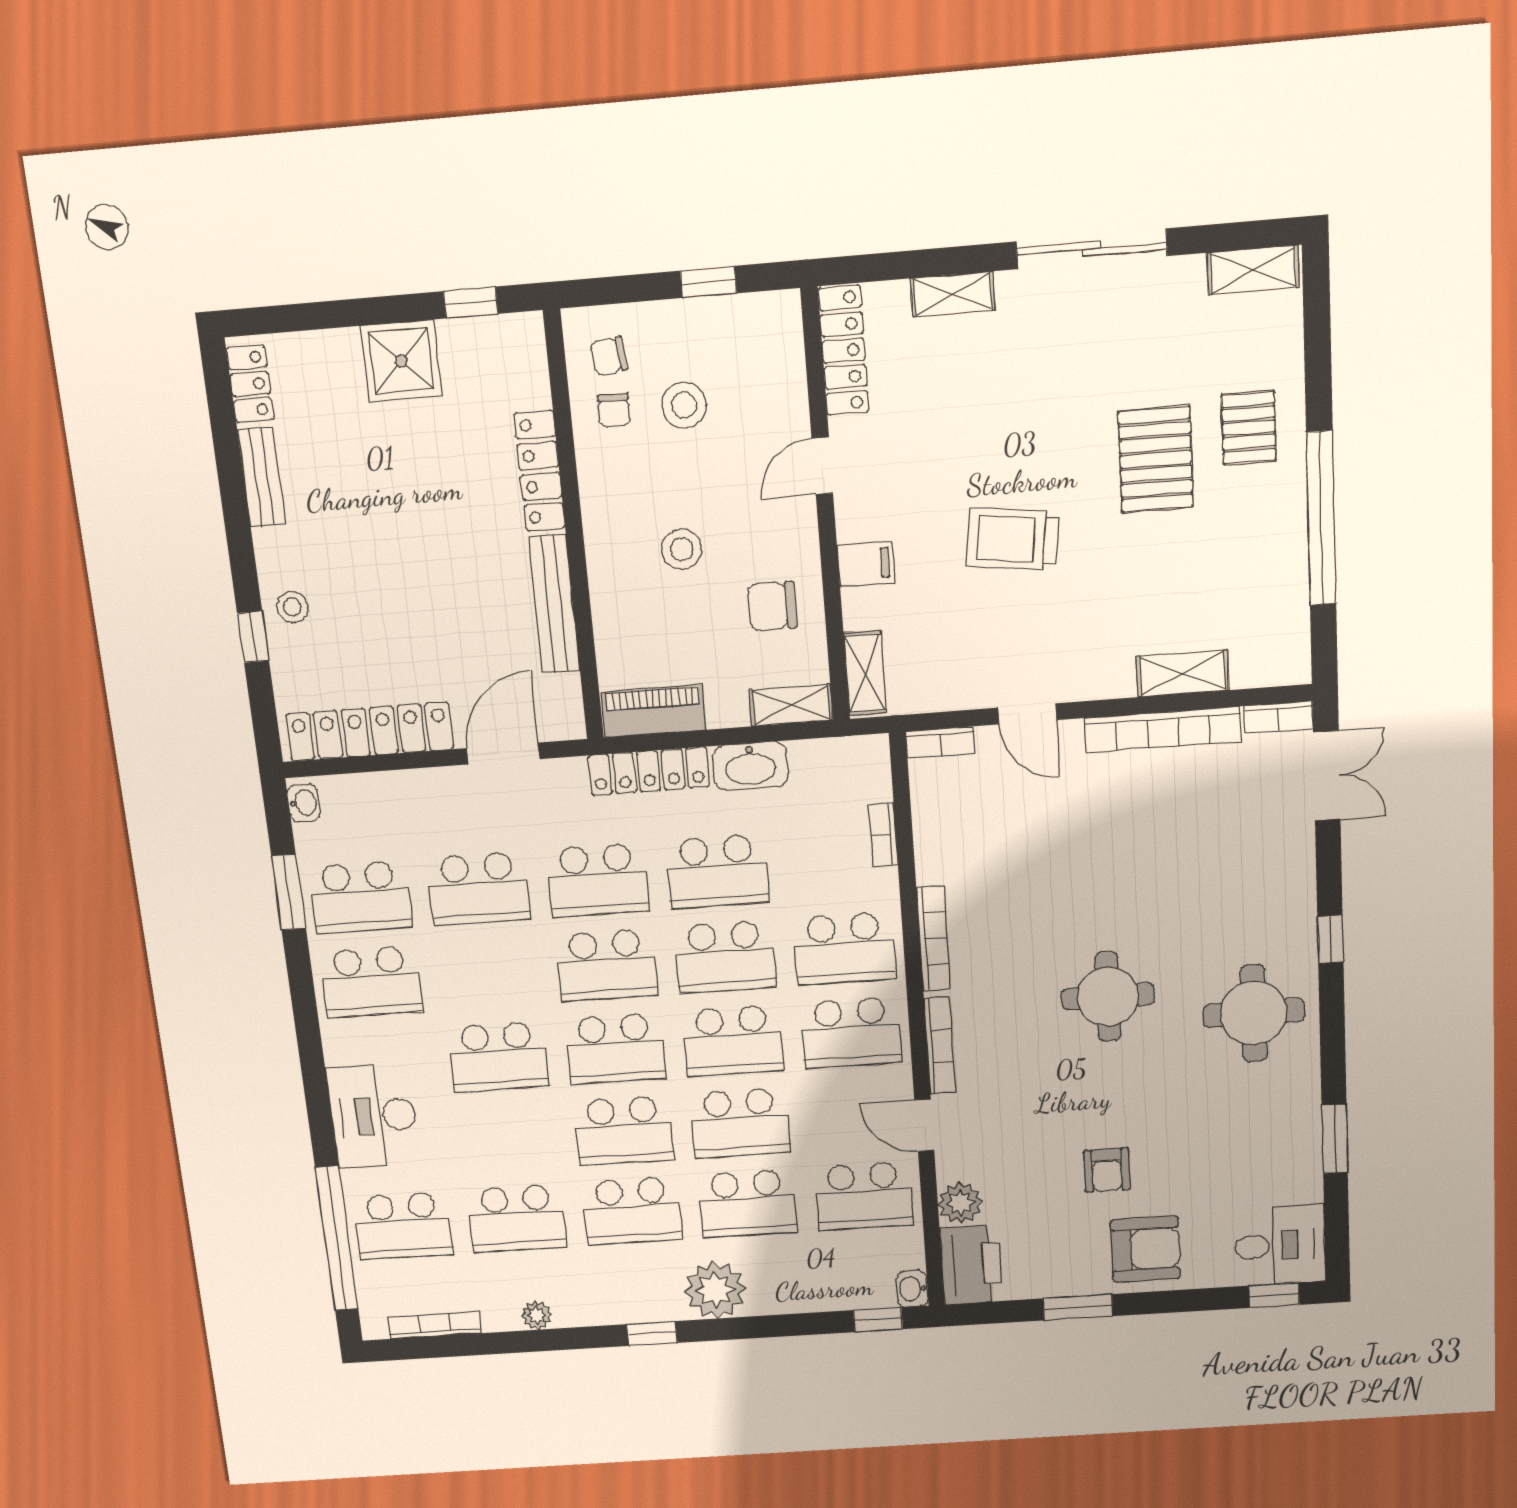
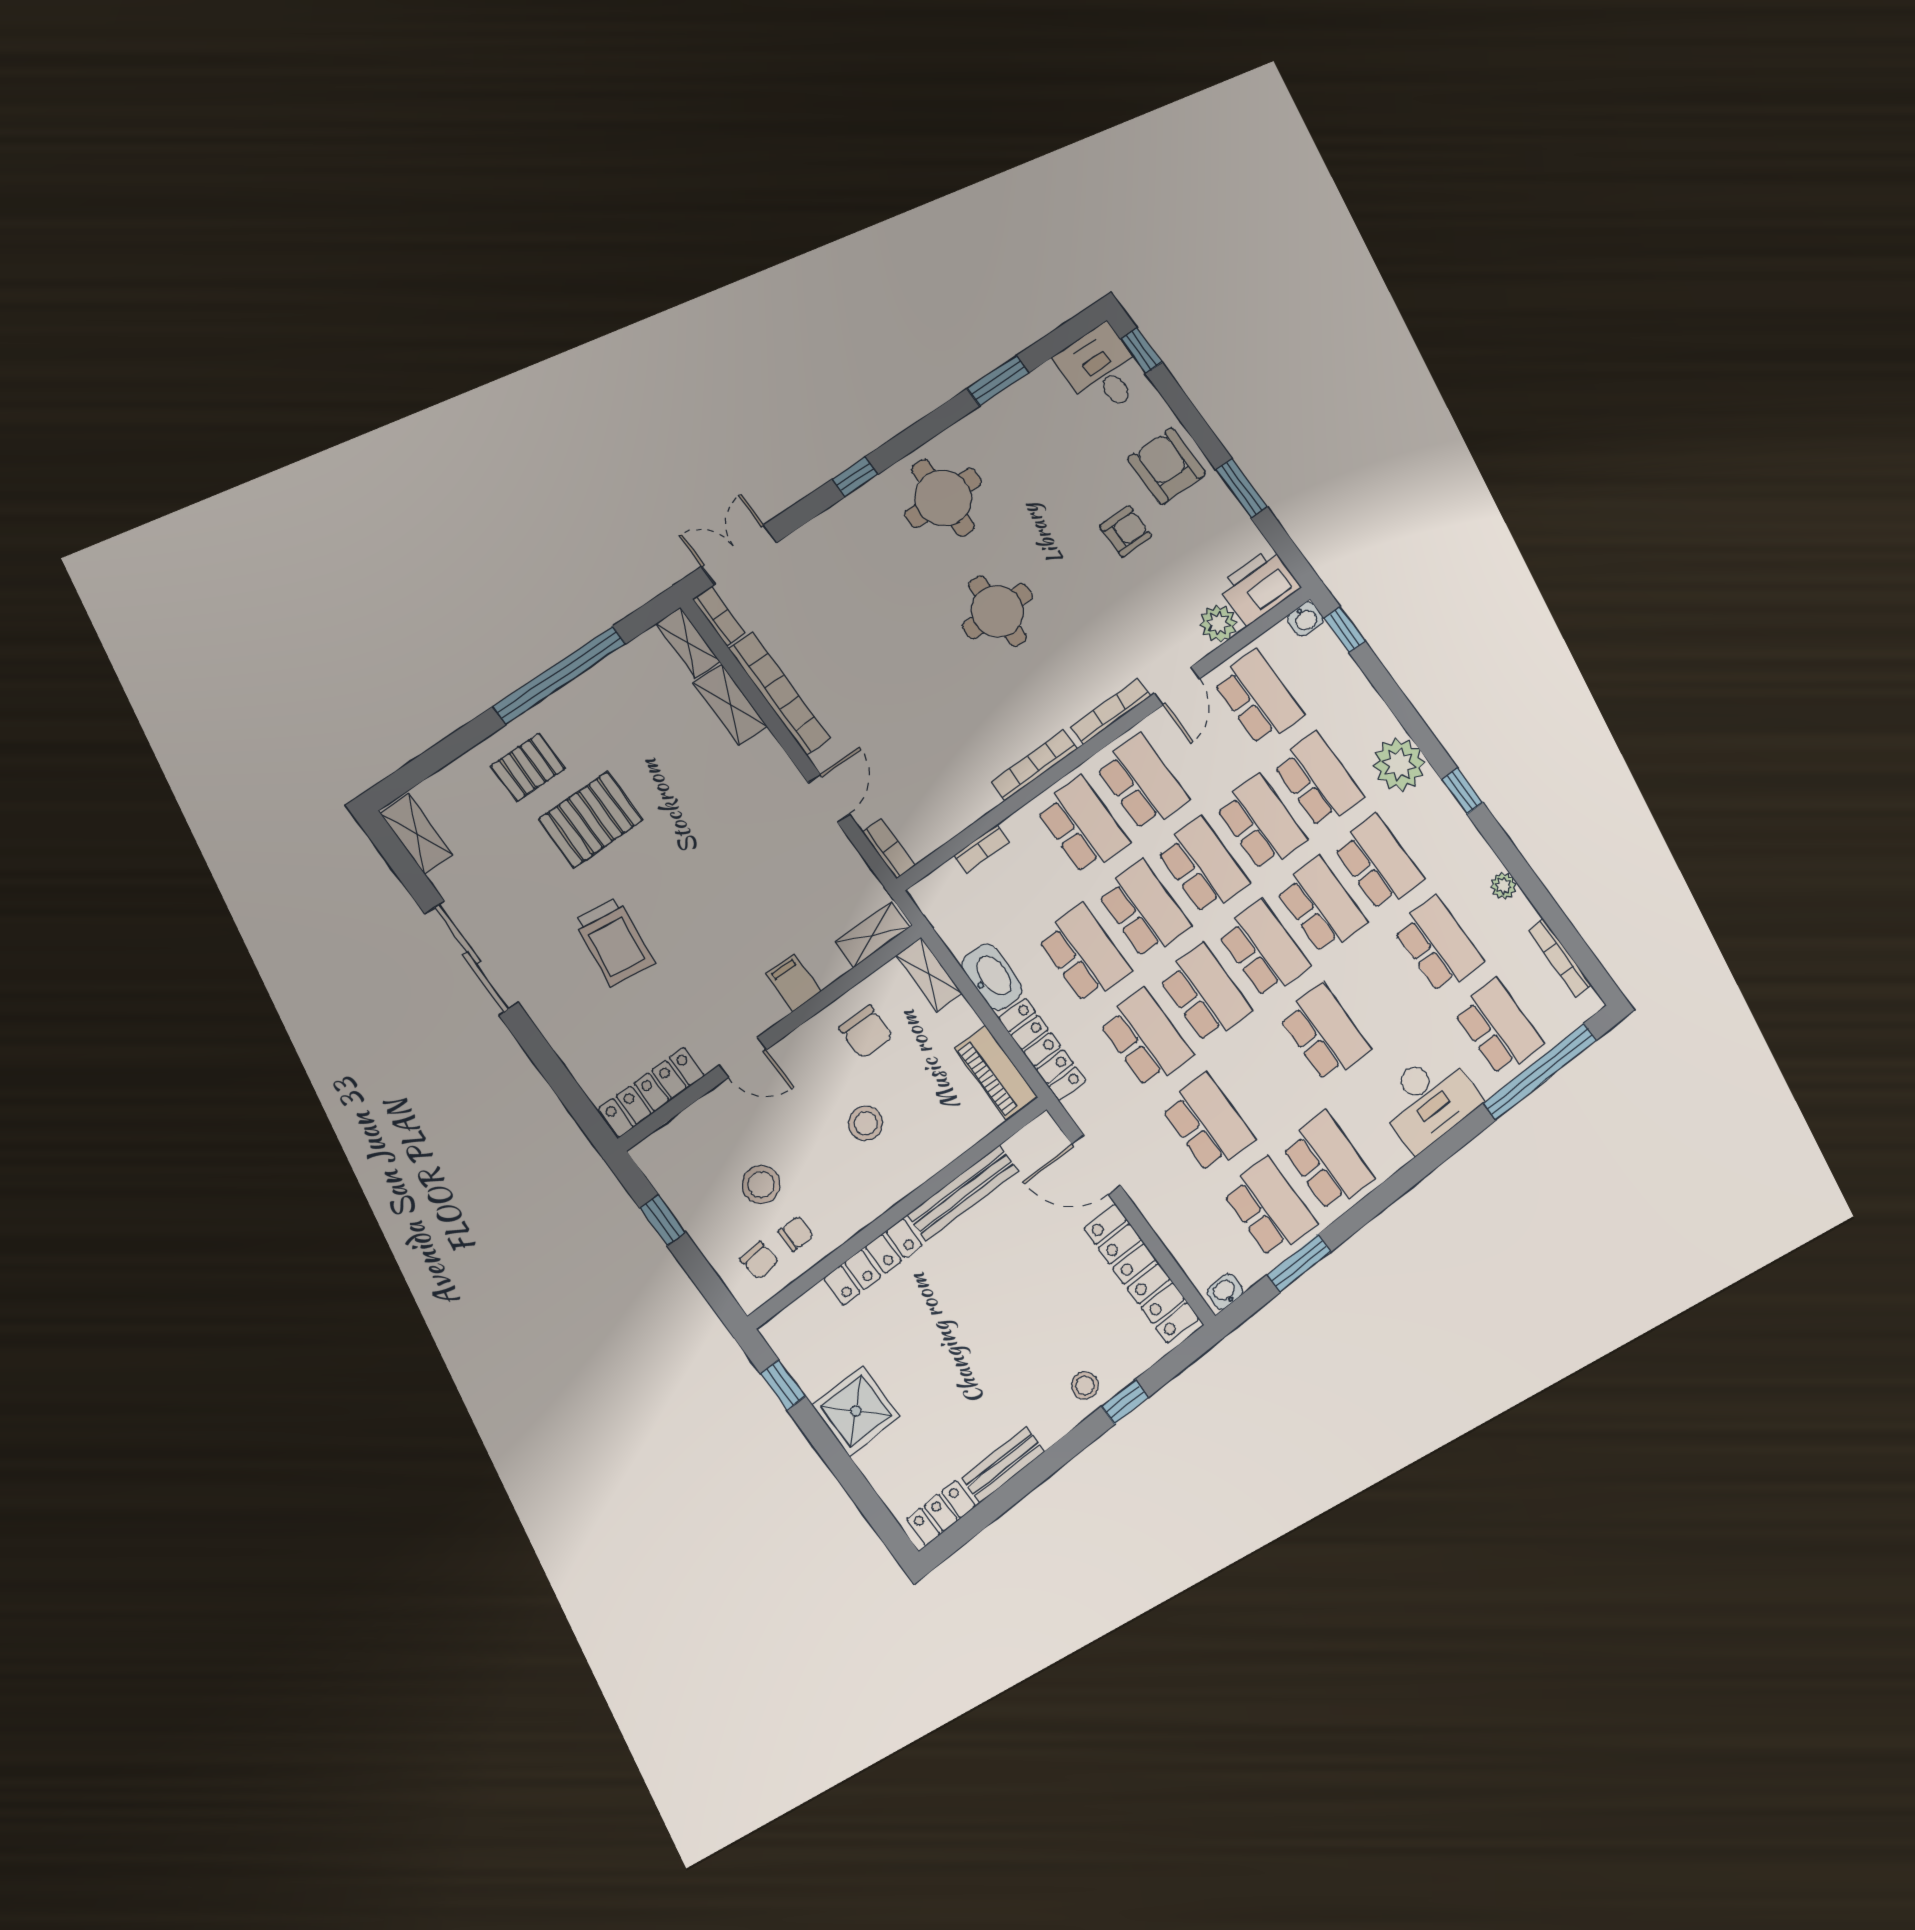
shelving: (953, 294) -> (688, 643), moved
trolley: (1012, 539) -> (614, 942), moved

